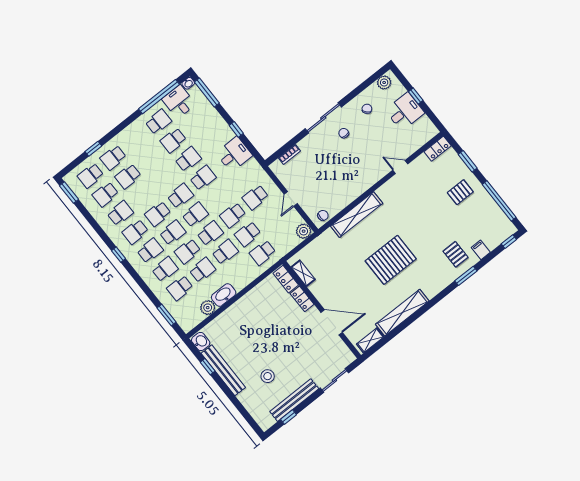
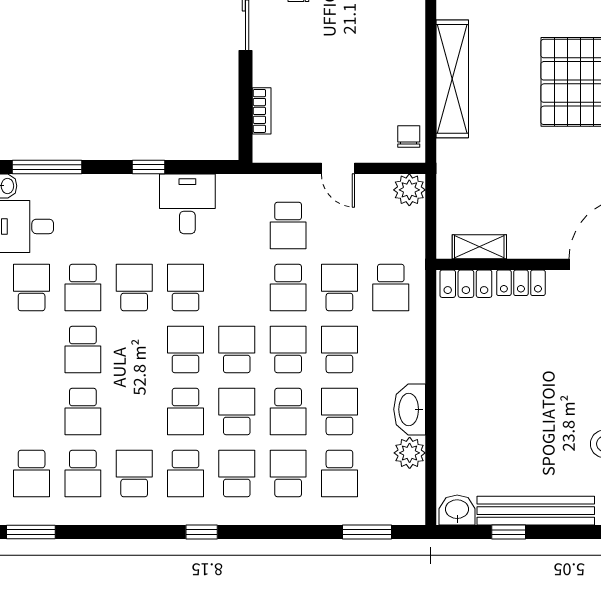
school desk: (113, 158) -> (83, 350), moved
school desk: (248, 234) -> (339, 288), turned 180

